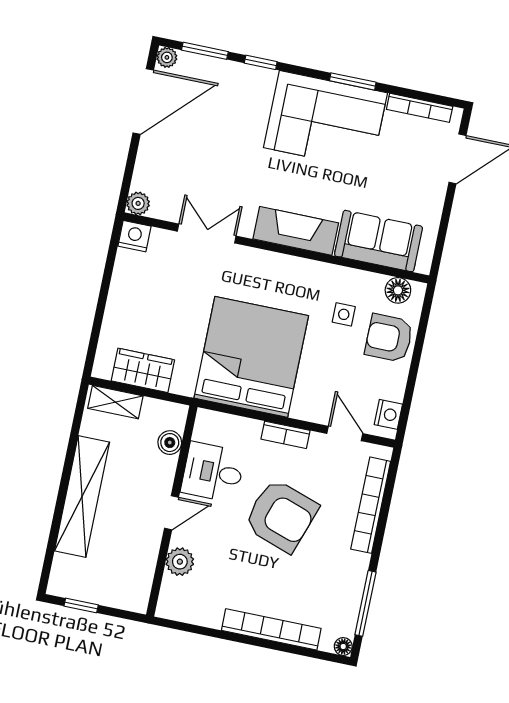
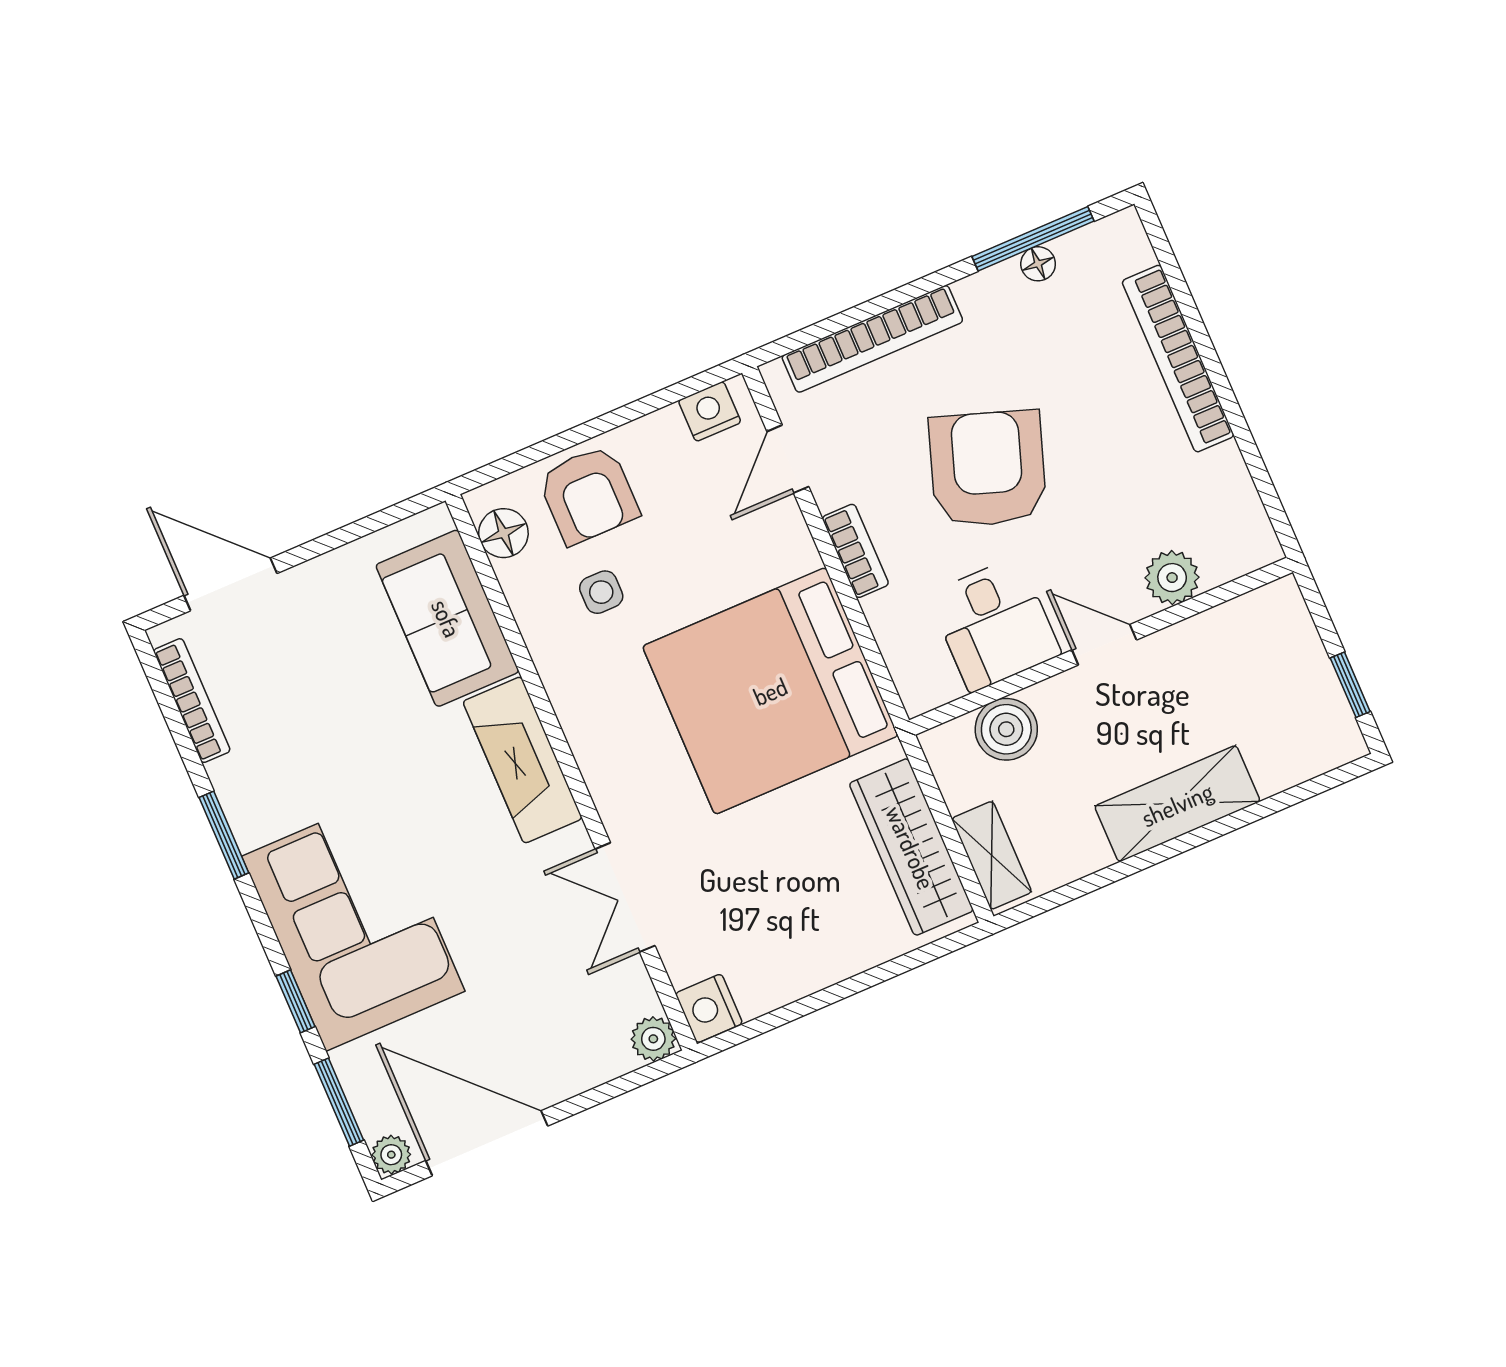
corner sofa: (325, 120) -> (353, 924), moved
wardrobe: (143, 370) -> (911, 847), width x1.50
boiler: (170, 443) -> (1006, 729), width x1.36, depth x1.36
shelving: (82, 497) -> (1177, 804), width x0.68
floor lamp: (343, 646) -> (1038, 264), moved

